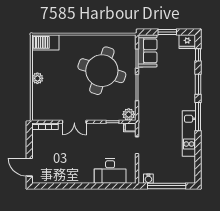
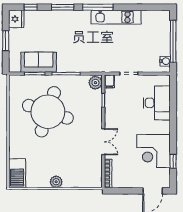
sofa: (147, 51) -> (39, 62), moved
corner desk: (66, 168) -> (154, 151), added
window: (56, 186) -> (173, 161), added

